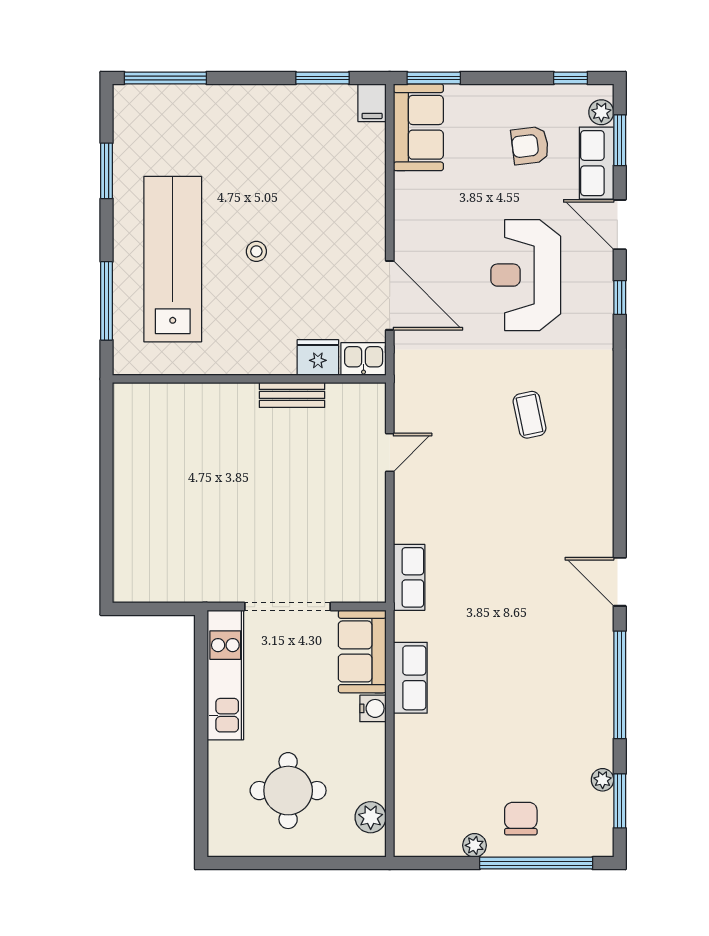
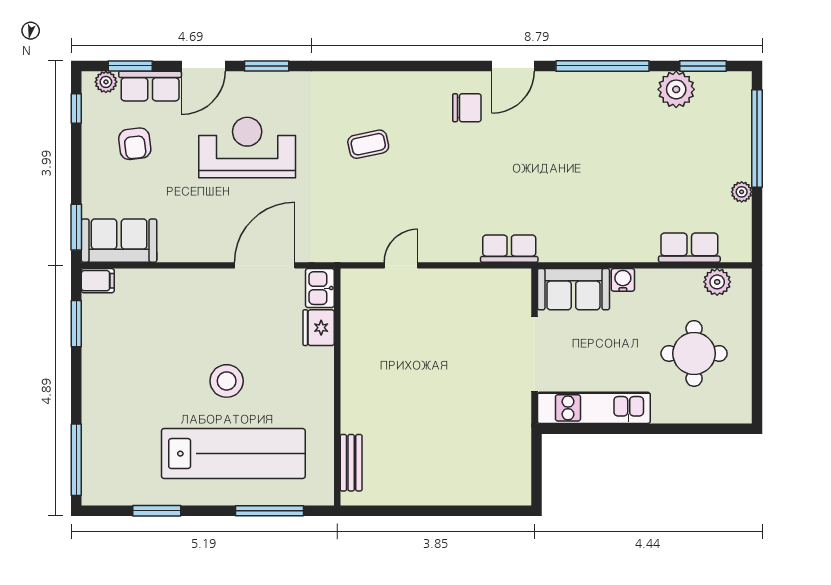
stool: (256, 251) -> (227, 381), width x1.89, depth x1.89
lab bench: (173, 259) -> (233, 454), turned 180
reception desk: (526, 275) -> (247, 147), turned 180
window: (620, 297) -> (267, 66), width x1.50
bench: (292, 395) -> (351, 463), moved
door: (390, 452) -> (401, 265), hinge flipped
row of seats: (410, 678) -> (689, 248), moved
plant: (603, 780) -> (676, 89), width x1.87, depth x1.87
chair: (521, 819) -> (467, 108), moved, turned 180

